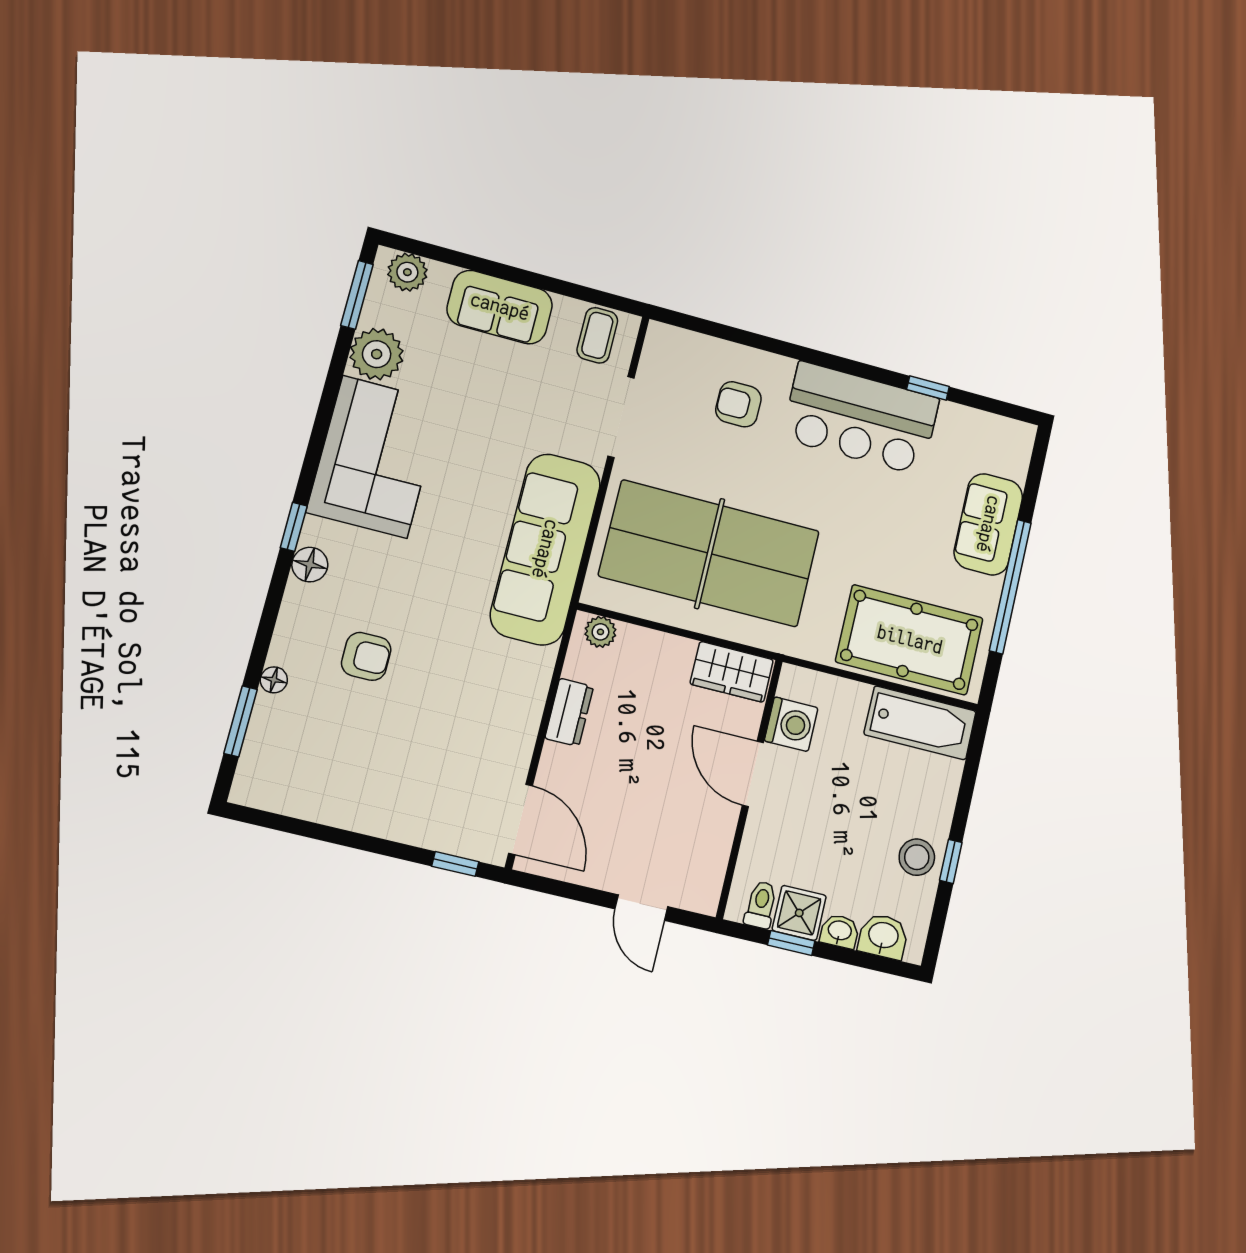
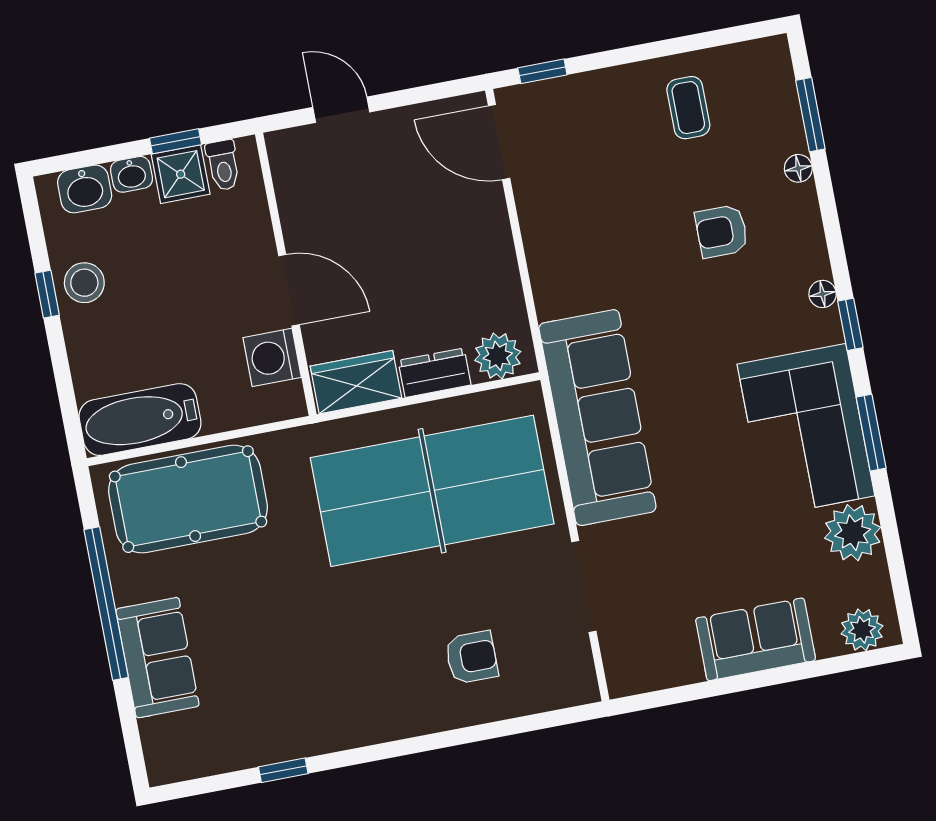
window: (357, 295) -> (871, 433), moved
coffee table: (597, 335) -> (688, 108), moved
bar counter: (861, 418) -> (339, 704), removed
floor lamp: (310, 565) -> (823, 294), width x0.73, depth x0.73
plant: (600, 632) -> (498, 356), width x1.38, depth x1.38
dresser: (569, 712) -> (435, 373), moved, turned 90

